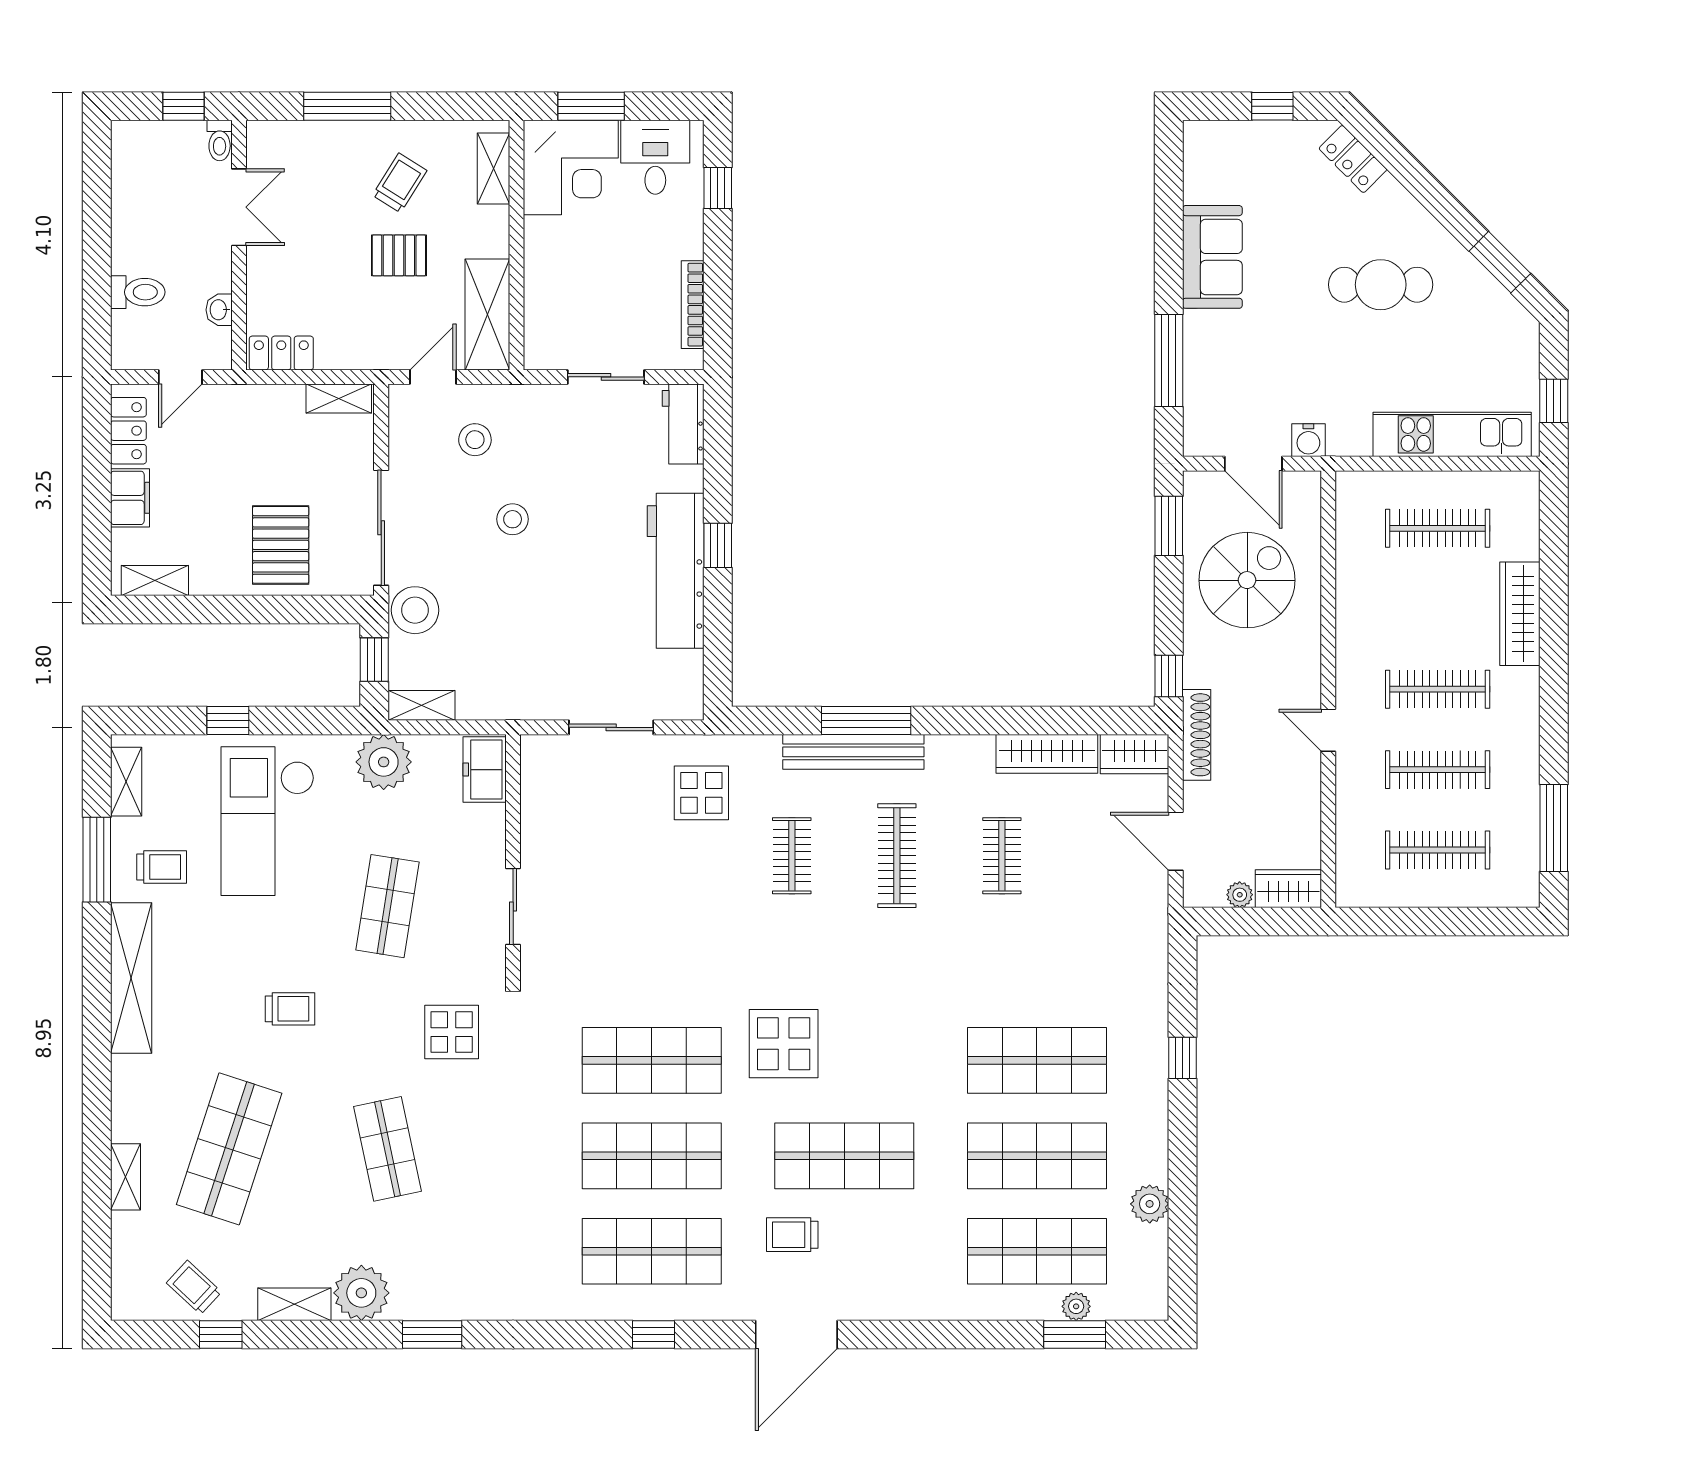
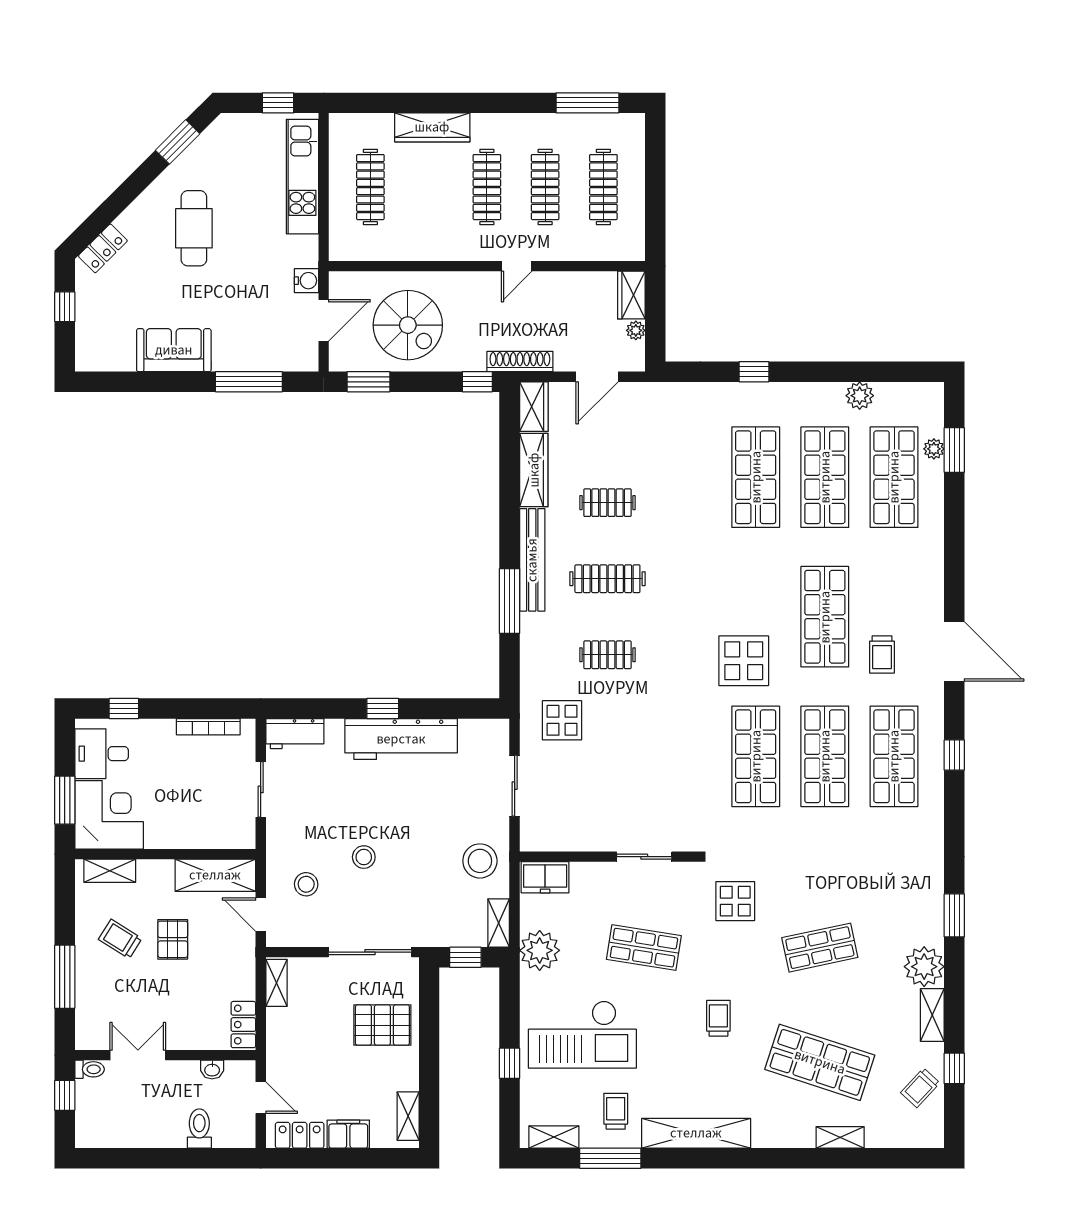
spiral stairs: (1247, 580) -> (408, 325), turned 180
stool: (415, 610) -> (480, 861), moved
bench: (853, 752) -> (532, 560), moved

